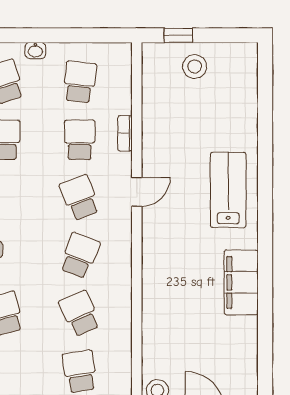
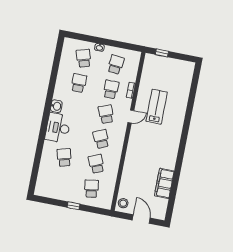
stool: (195, 66) -> (166, 68), removed
lab bench: (228, 190) -> (157, 107), moved
school desk: (80, 256) -> (101, 139), turned -45
filing cabinet: (241, 282) -> (164, 183), moved

